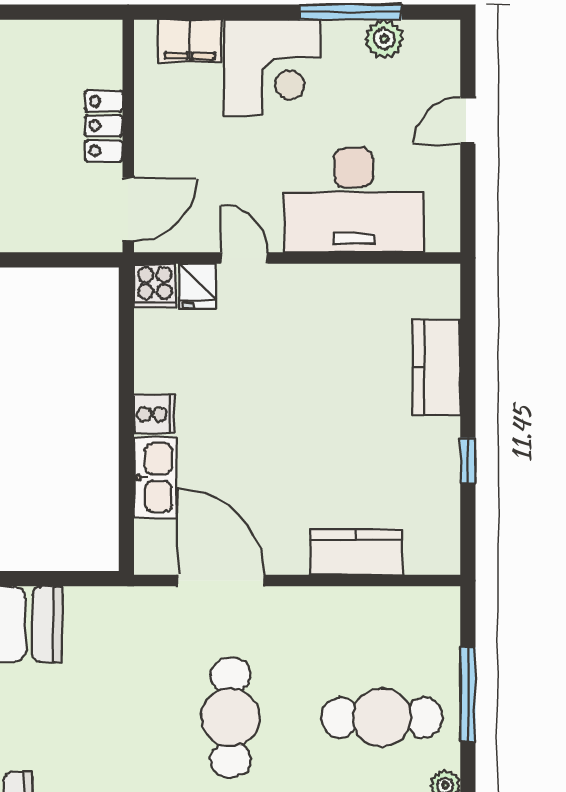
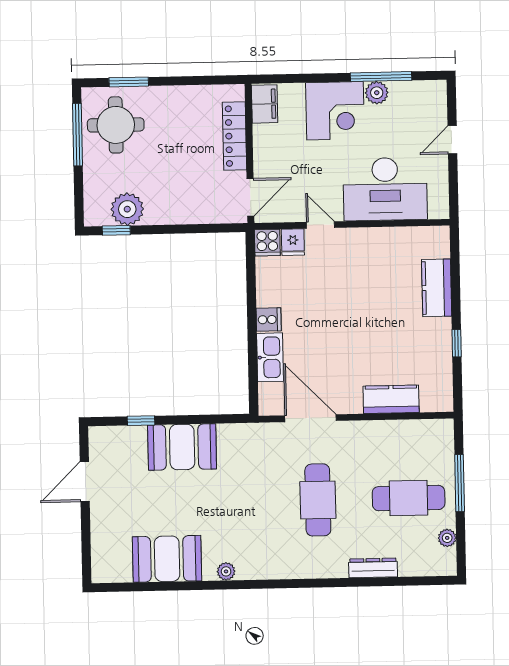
plant: (384, 39) -> (377, 93), moved
filing cabinet: (190, 41) -> (265, 104), moved, turned -90
locker: (104, 126) -> (235, 136), width x1.53

